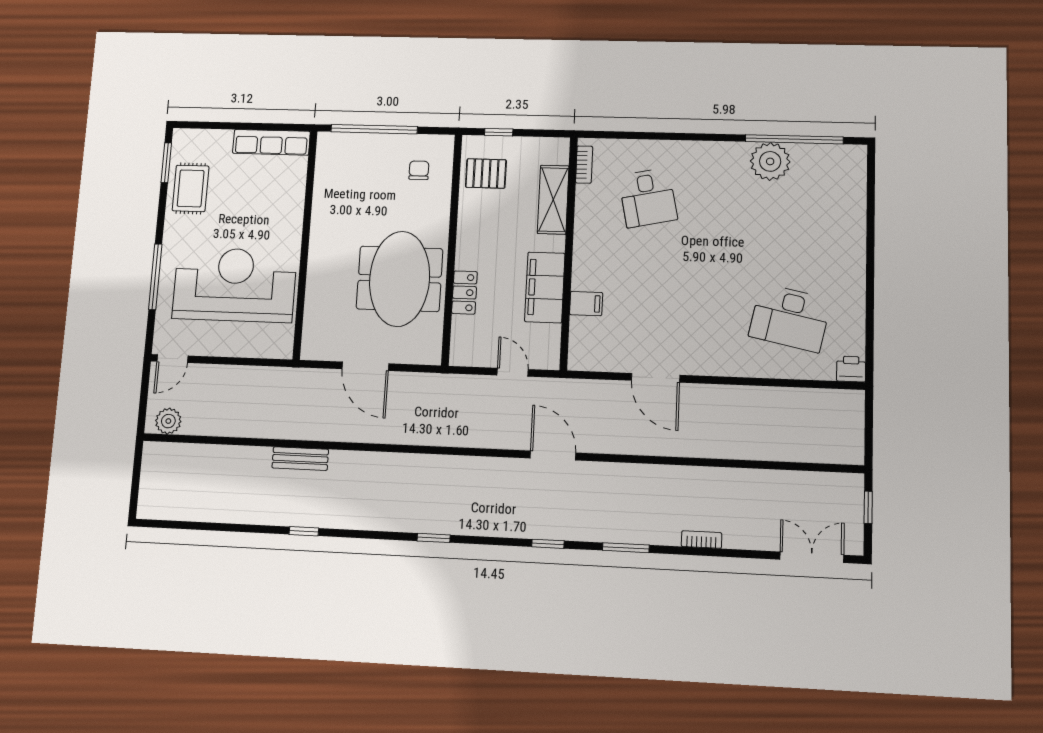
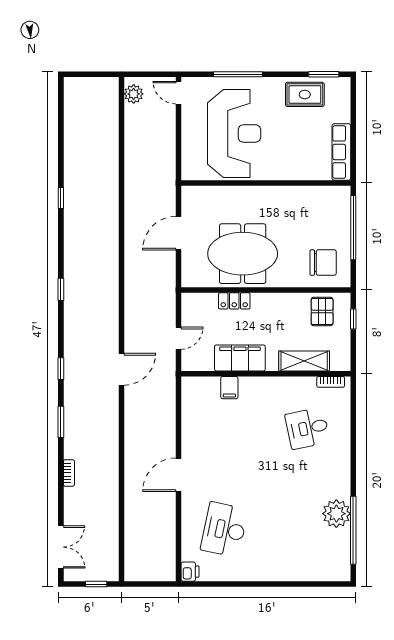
chair: (419, 170) -> (323, 263), width x1.87, depth x1.87
door: (656, 378) -> (179, 475), moved
bench: (300, 459) -> (111, 191), removed

